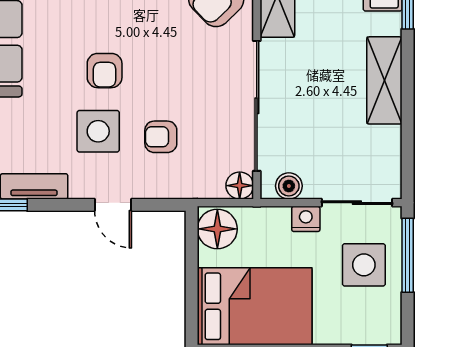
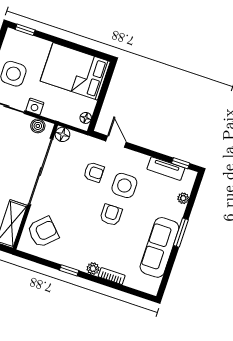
door: (113, 205) -> (116, 142), moved
floor lamp: (217, 229) -> (86, 118), width x0.53, depth x0.53

